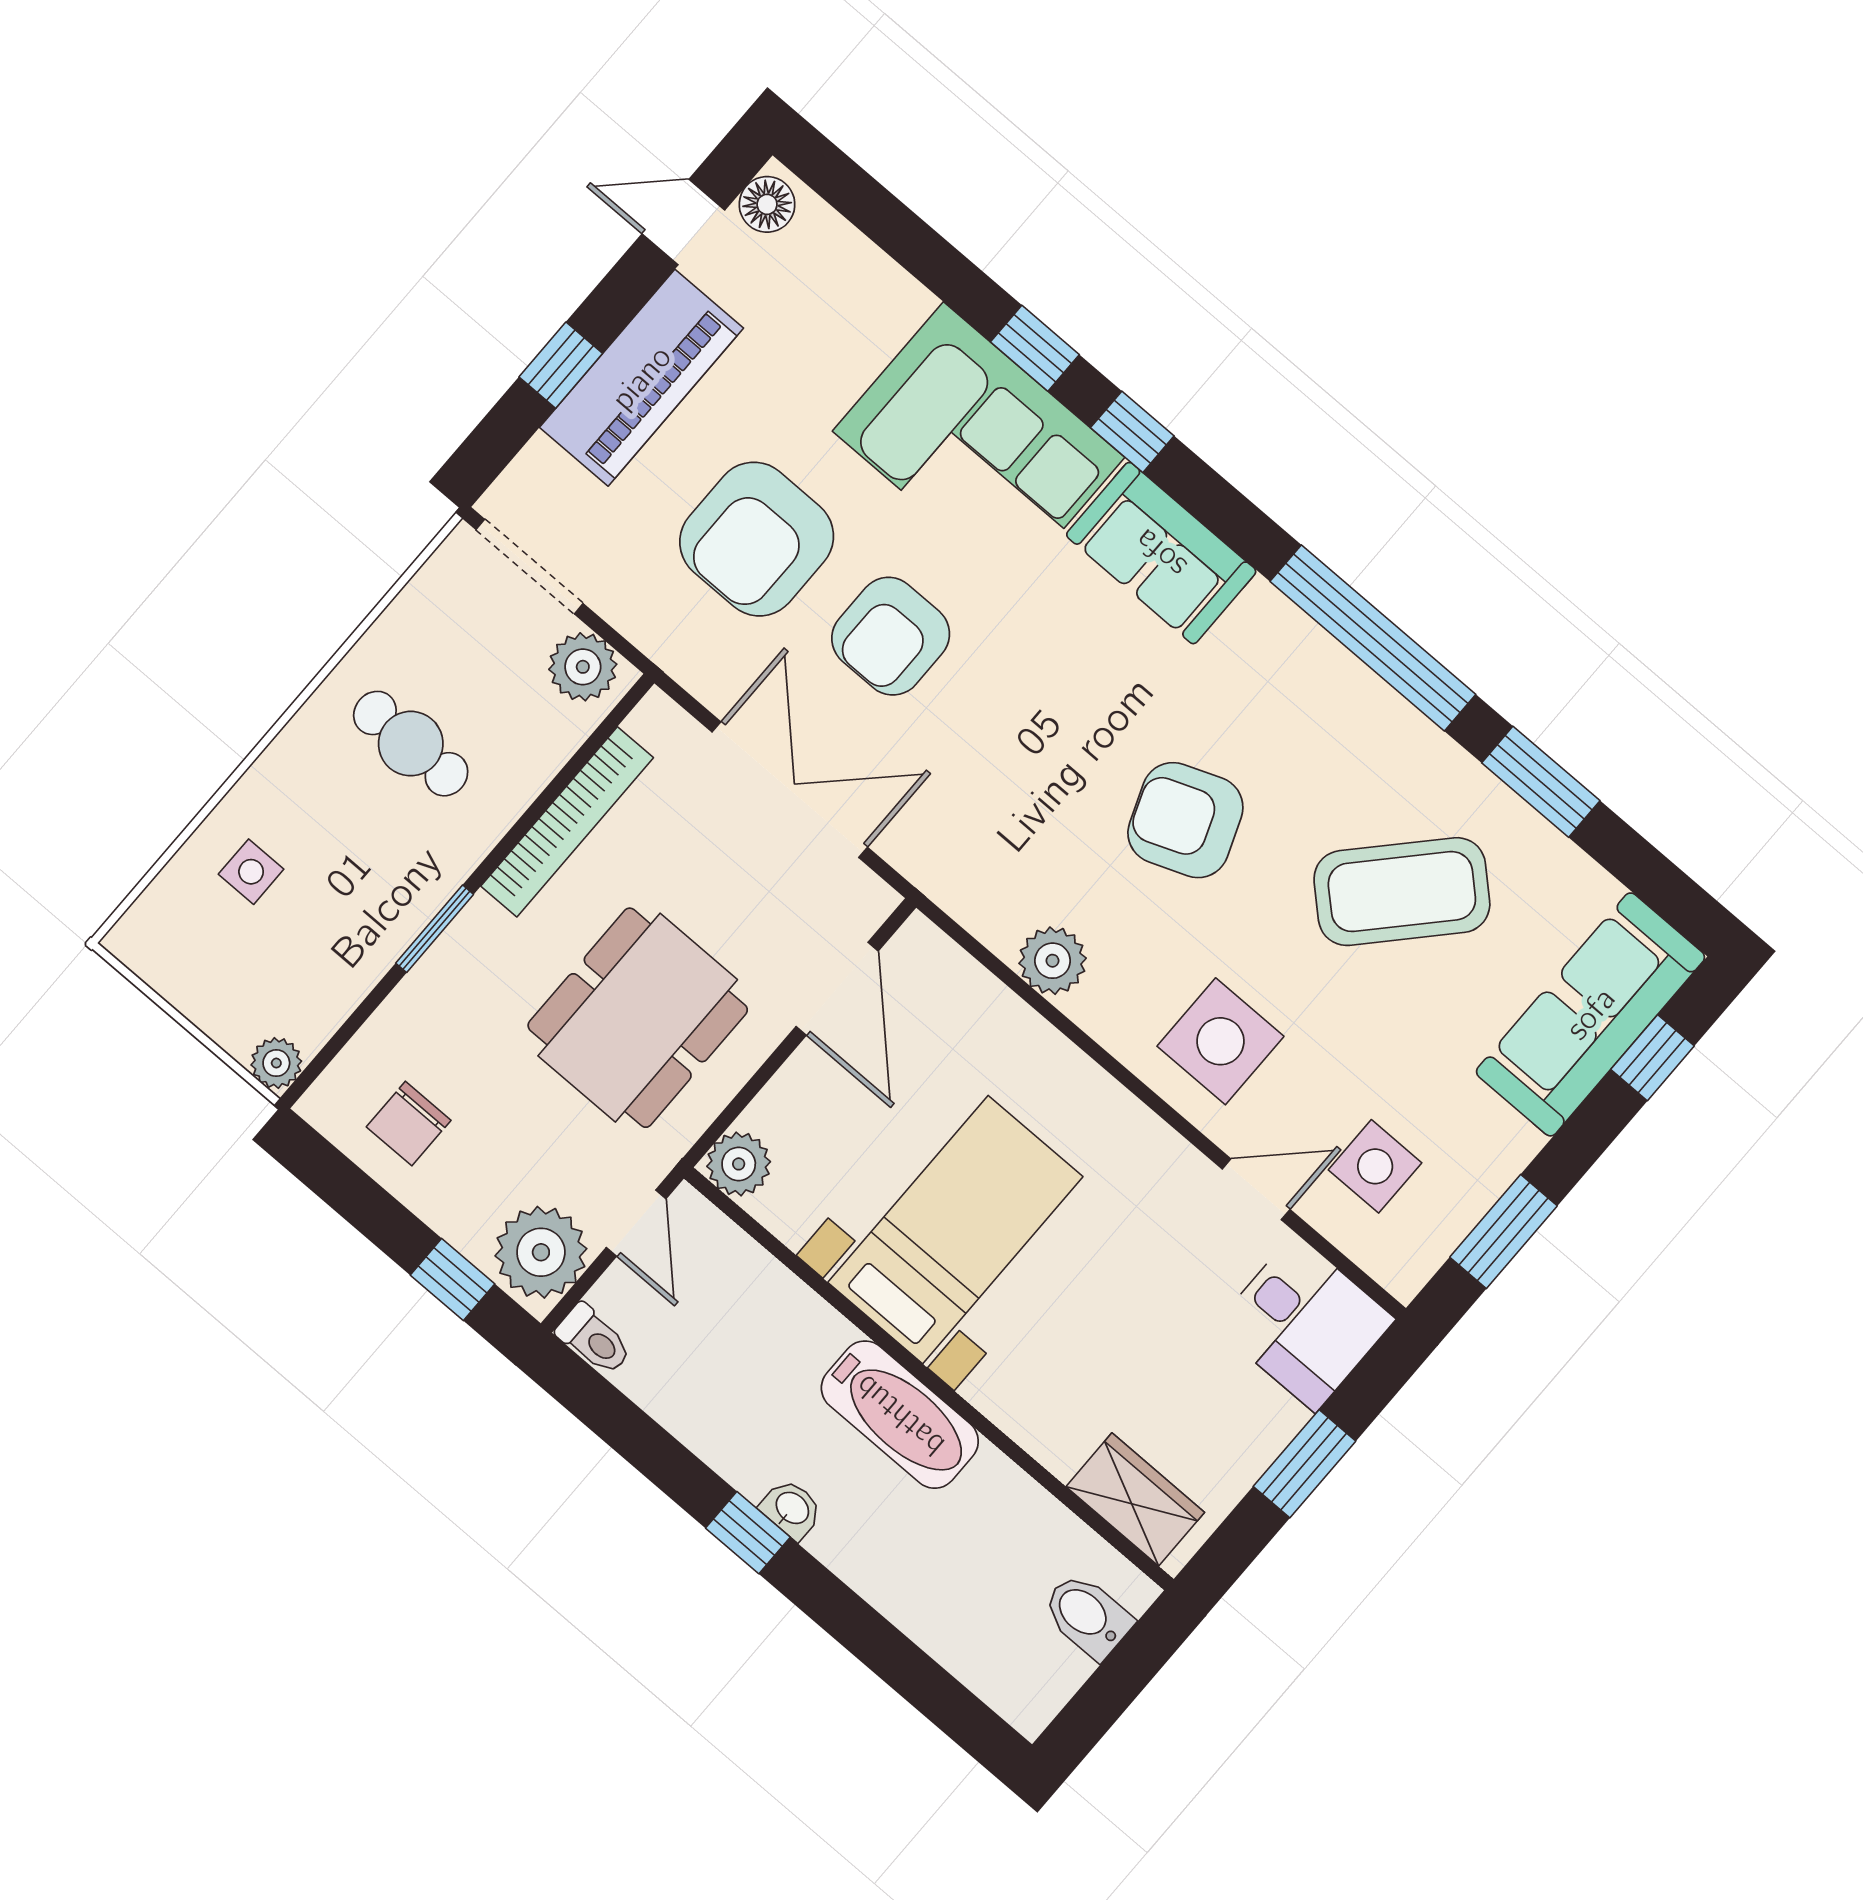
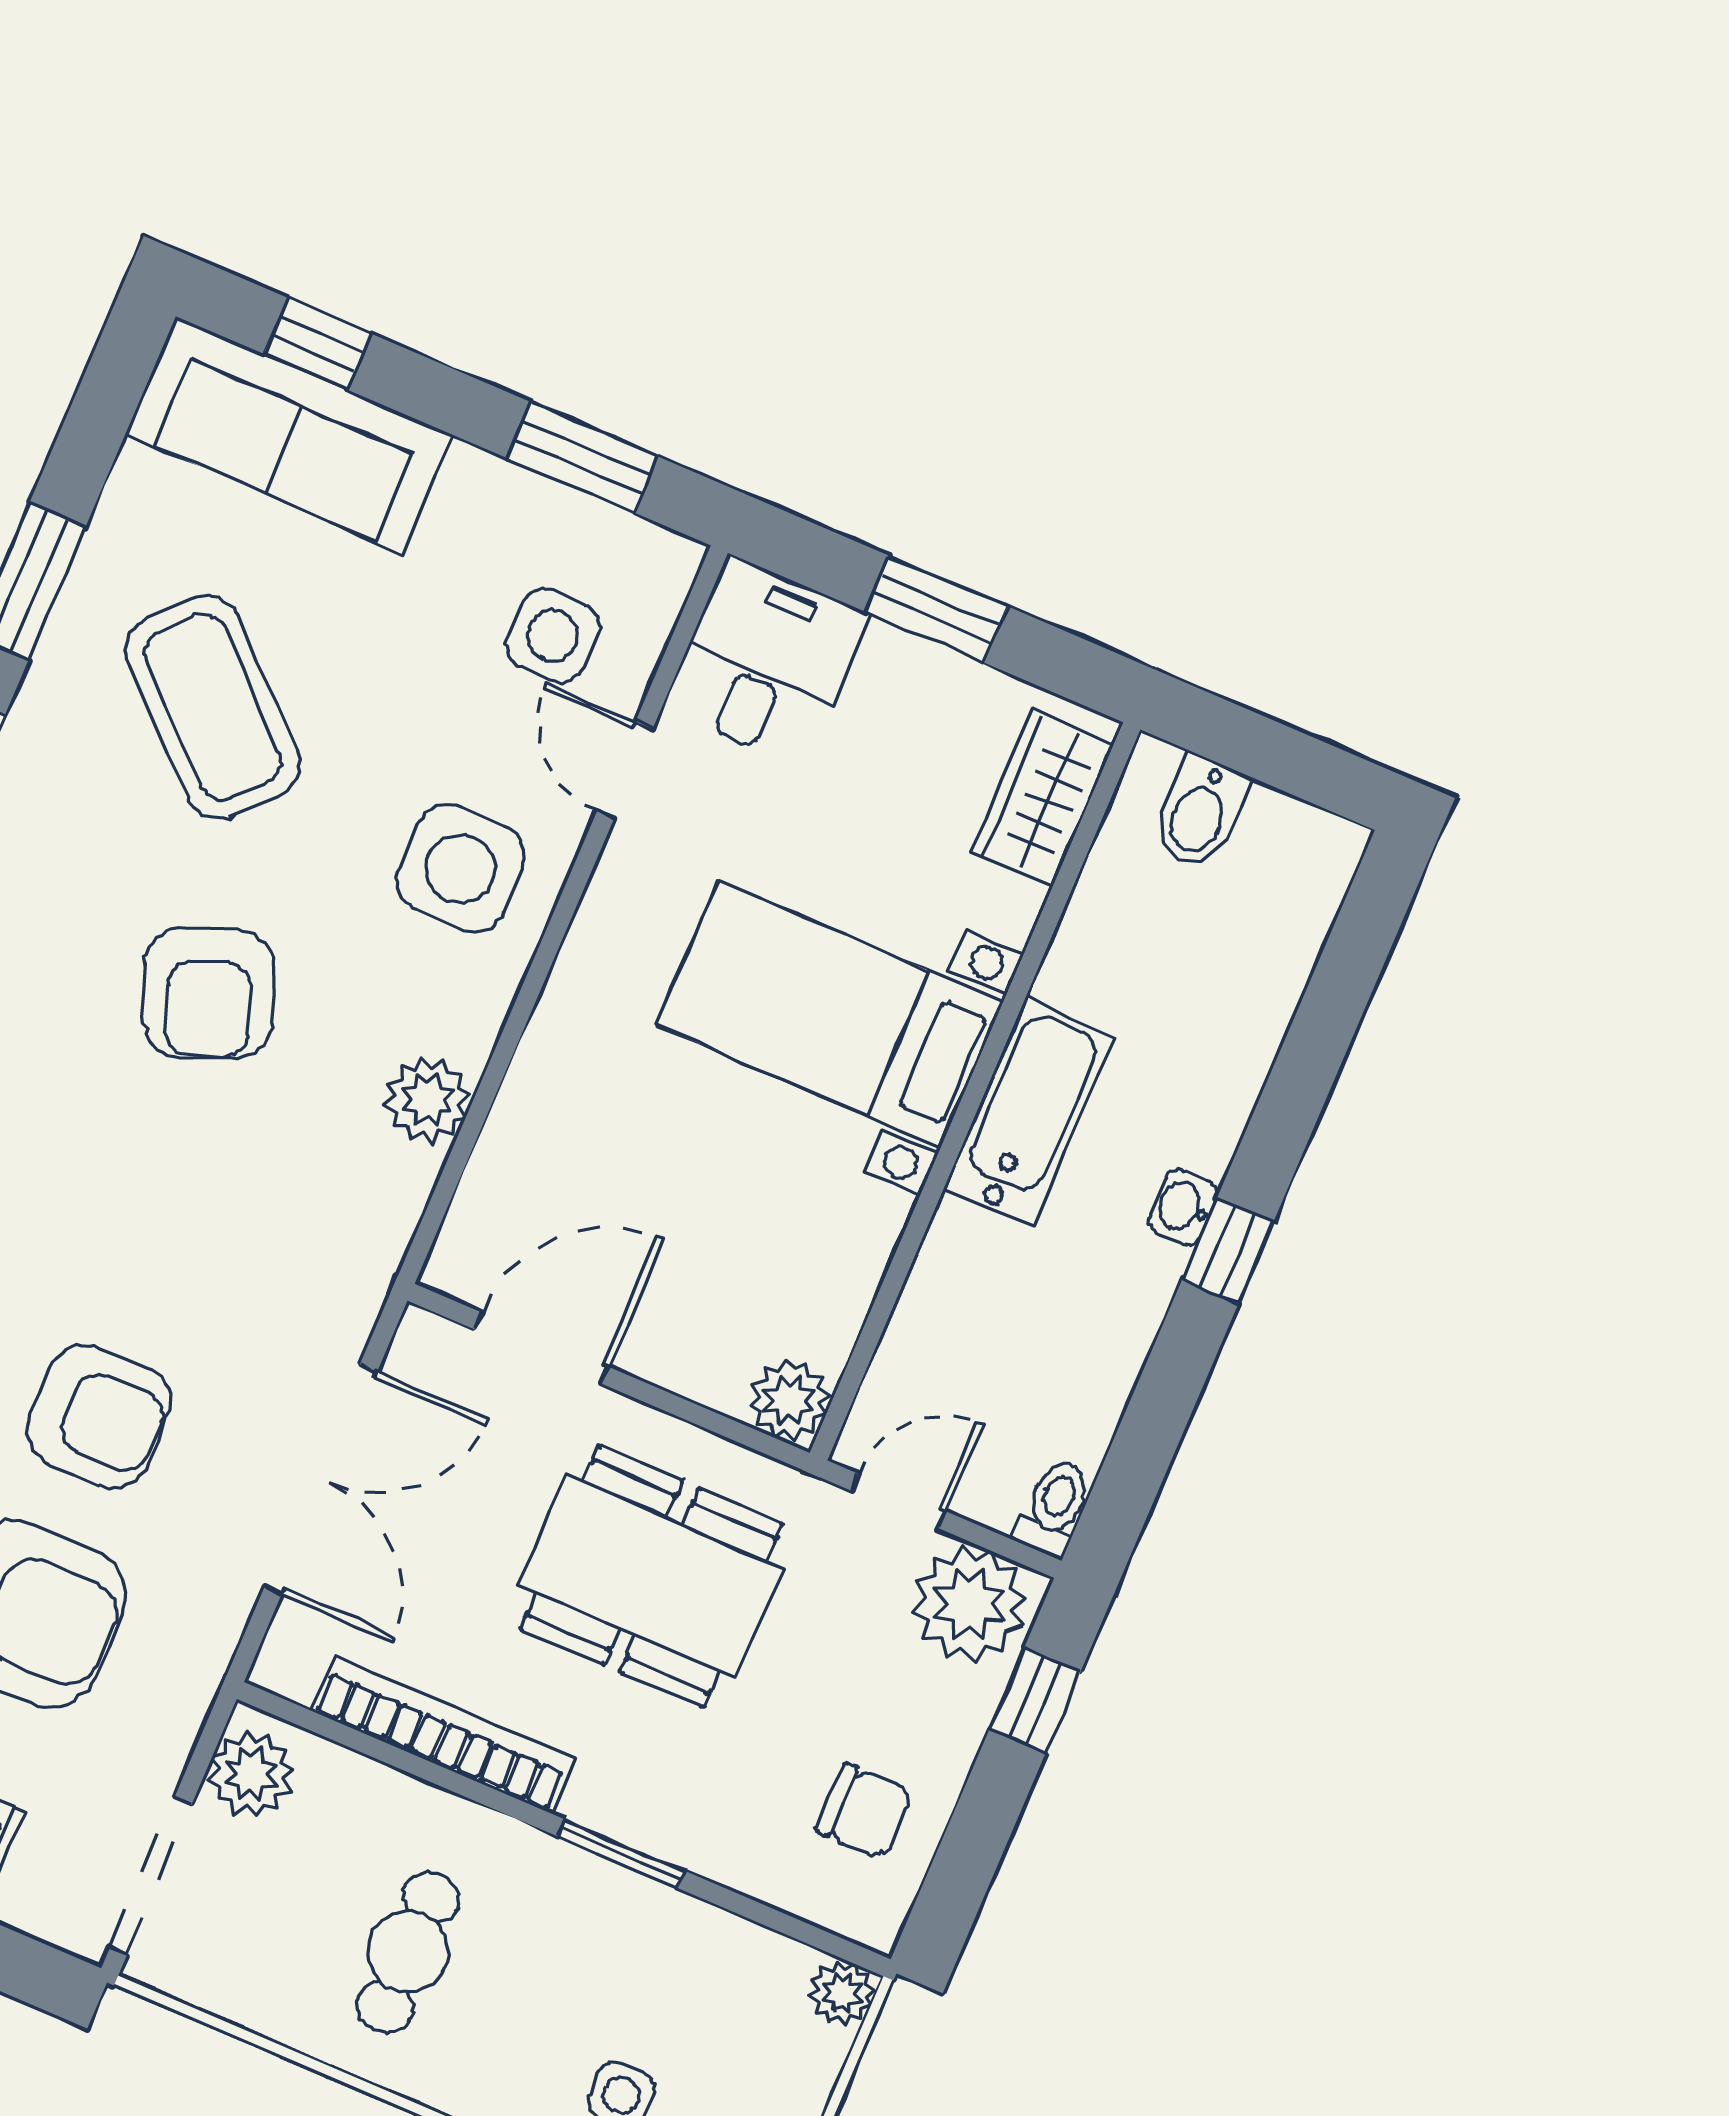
double door: (790, 790) -> (321, 1480), swing flipped
bed with nightstands: (955, 1230) -> (830, 1014), moved

